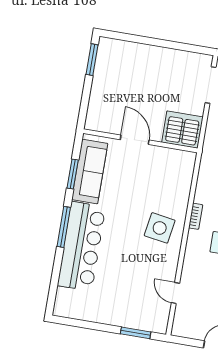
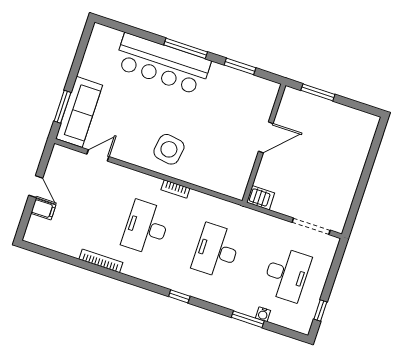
window: (92, 60) -> (318, 92), moved
server rack: (182, 130) -> (261, 198), width x0.46, depth x0.70
sofa: (90, 172) -> (79, 112), moved, turned -90

